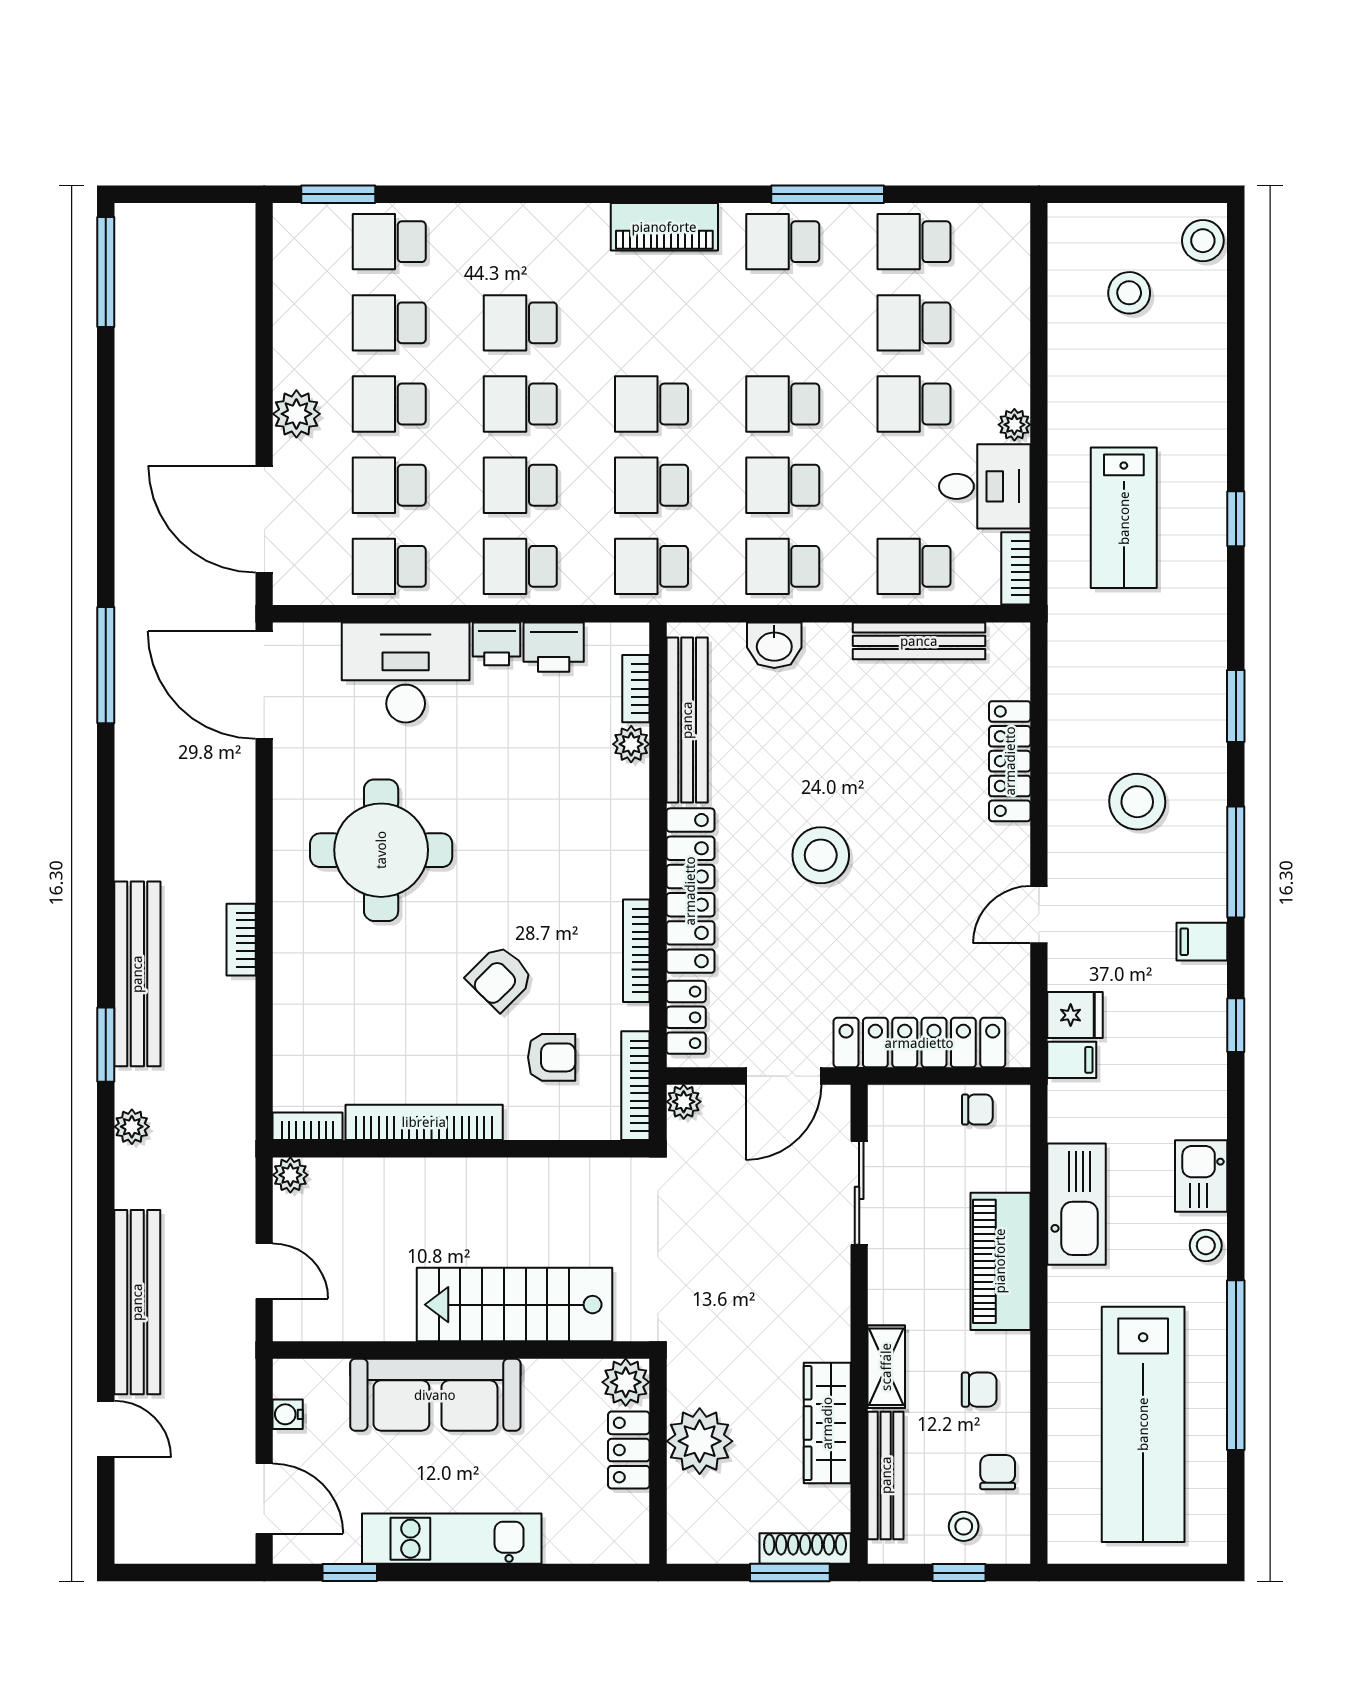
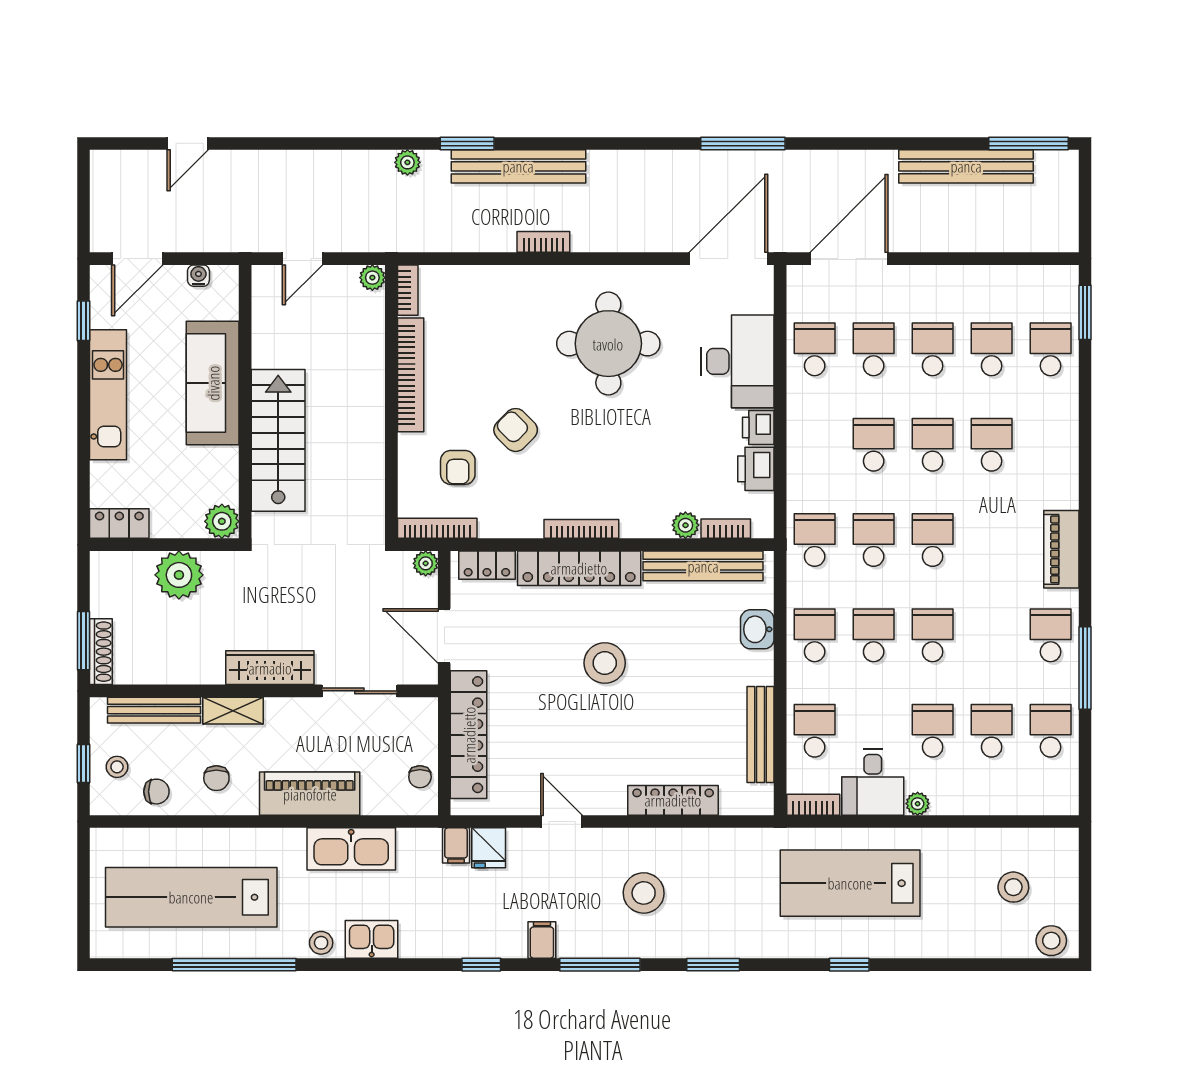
plant: (296, 414) -> (925, 282), removed
lab bench: (1124, 518) -> (850, 883), width x1.36, depth x1.39
school desk: (520, 566) -> (815, 445), removed
bookcase: (636, 951) -> (581, 529), moved
bench: (137, 1302) -> (966, 166), moved
wardrobe: (827, 1423) -> (270, 668), moved
locker: (629, 1450) -> (119, 524), moved

